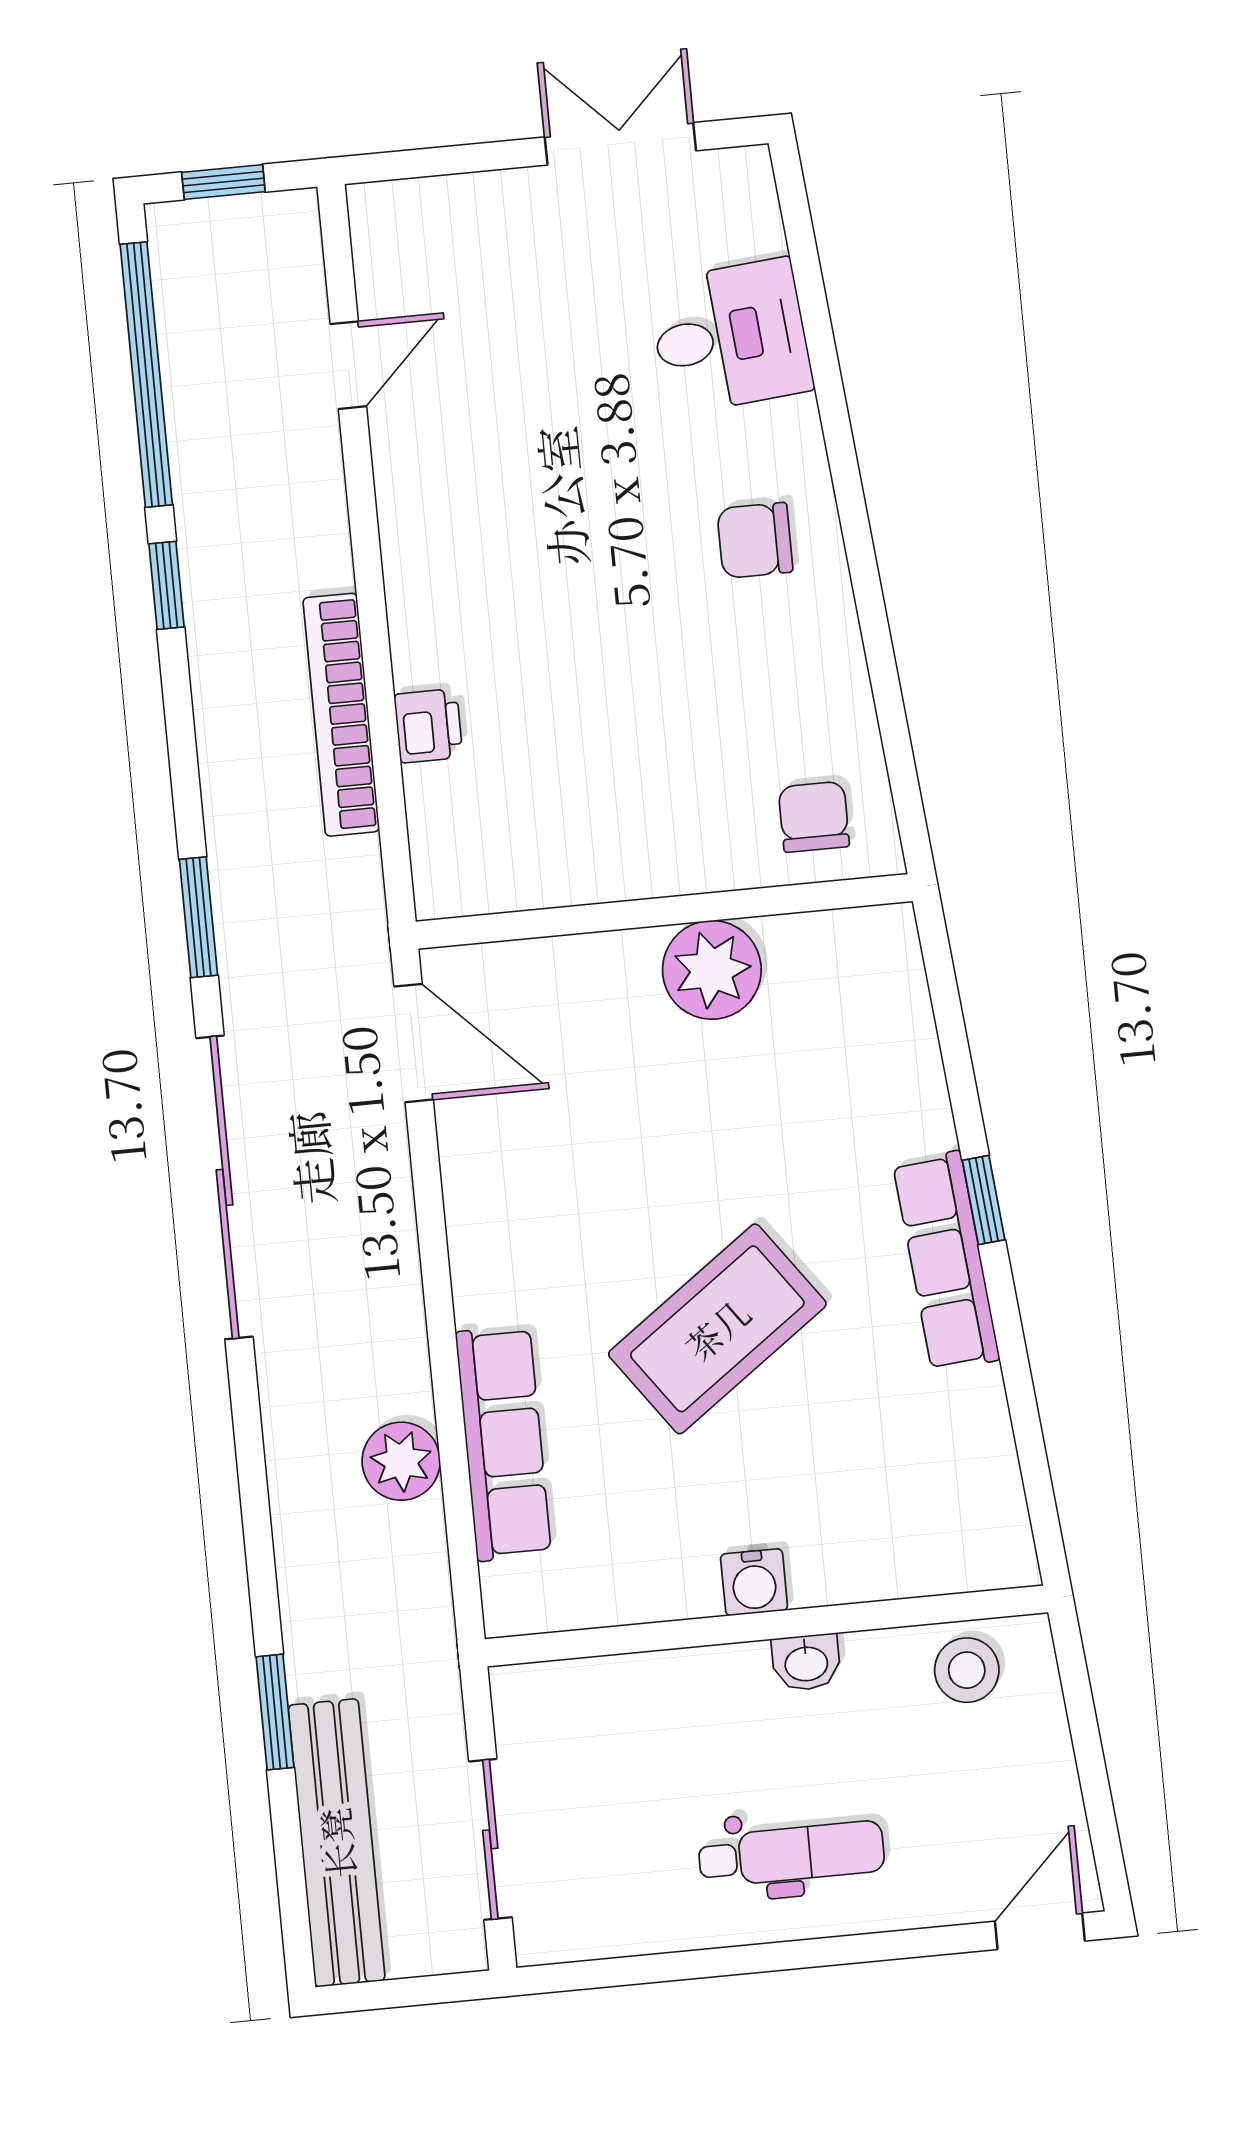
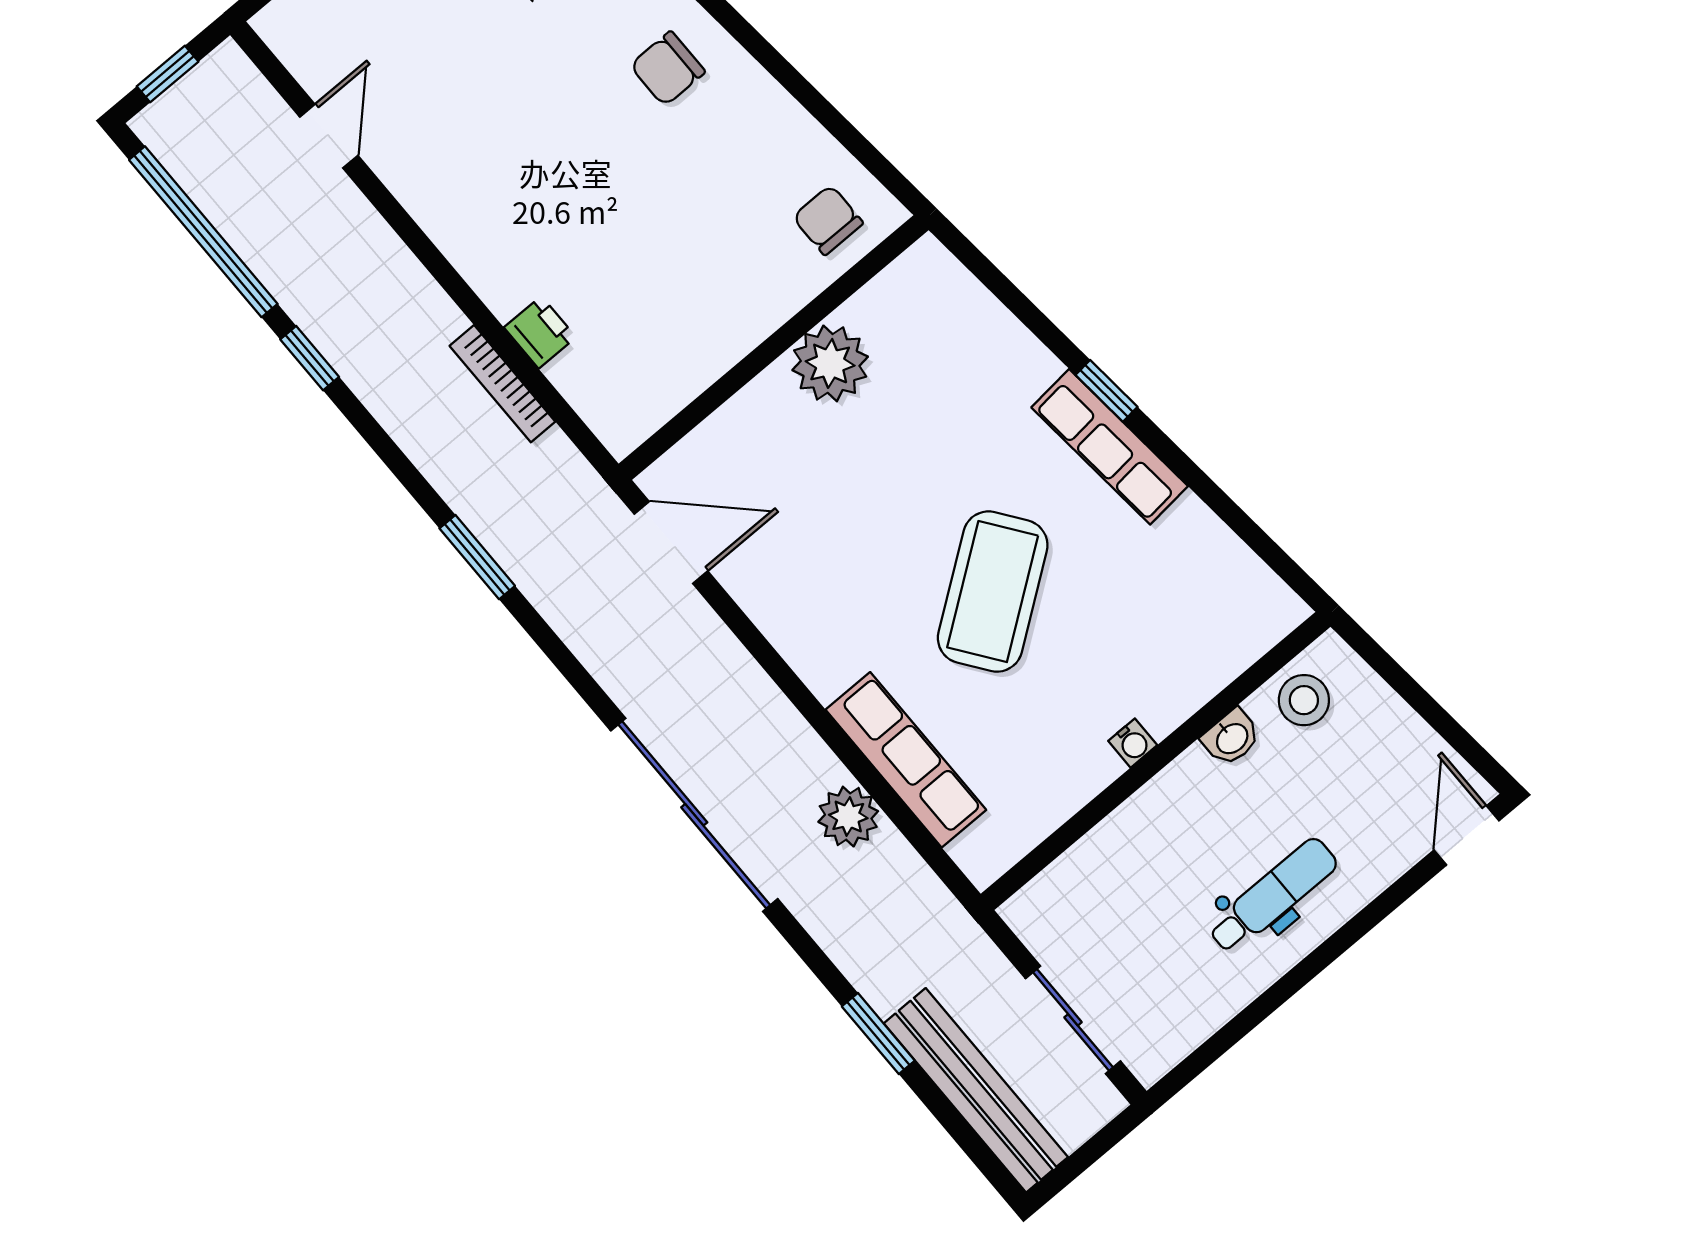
bookcase: (341, 715) -> (502, 384), width x0.68, depth x0.76
sliding door: (224, 1187) -> (694, 815), moved
water cooler: (754, 1582) -> (1133, 743), width x0.72, depth x0.72
washbasin: (806, 1662) -> (1231, 738), moved

